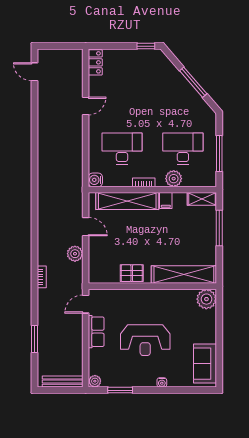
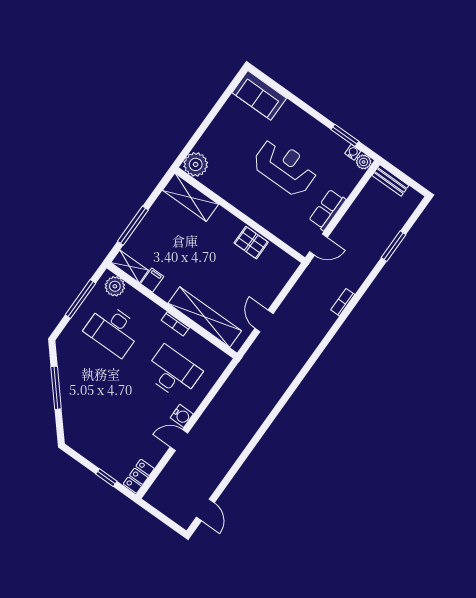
window: (146, 46) -> (106, 478), moved
desk: (122, 149) -> (173, 372), turned 180
plant: (174, 179) -> (115, 286), moved
water cooler: (95, 180) -> (182, 416), moved
filing cabinet: (166, 201) -> (152, 280), moved
plant: (75, 254) -> (293, 302), removed
shelving: (184, 275) -> (190, 197), width x0.68
sofa: (205, 364) -> (259, 95), moved, turned 90
bench: (63, 382) -> (390, 180), width x0.73
water cooler: (162, 382) -> (353, 152), moved

